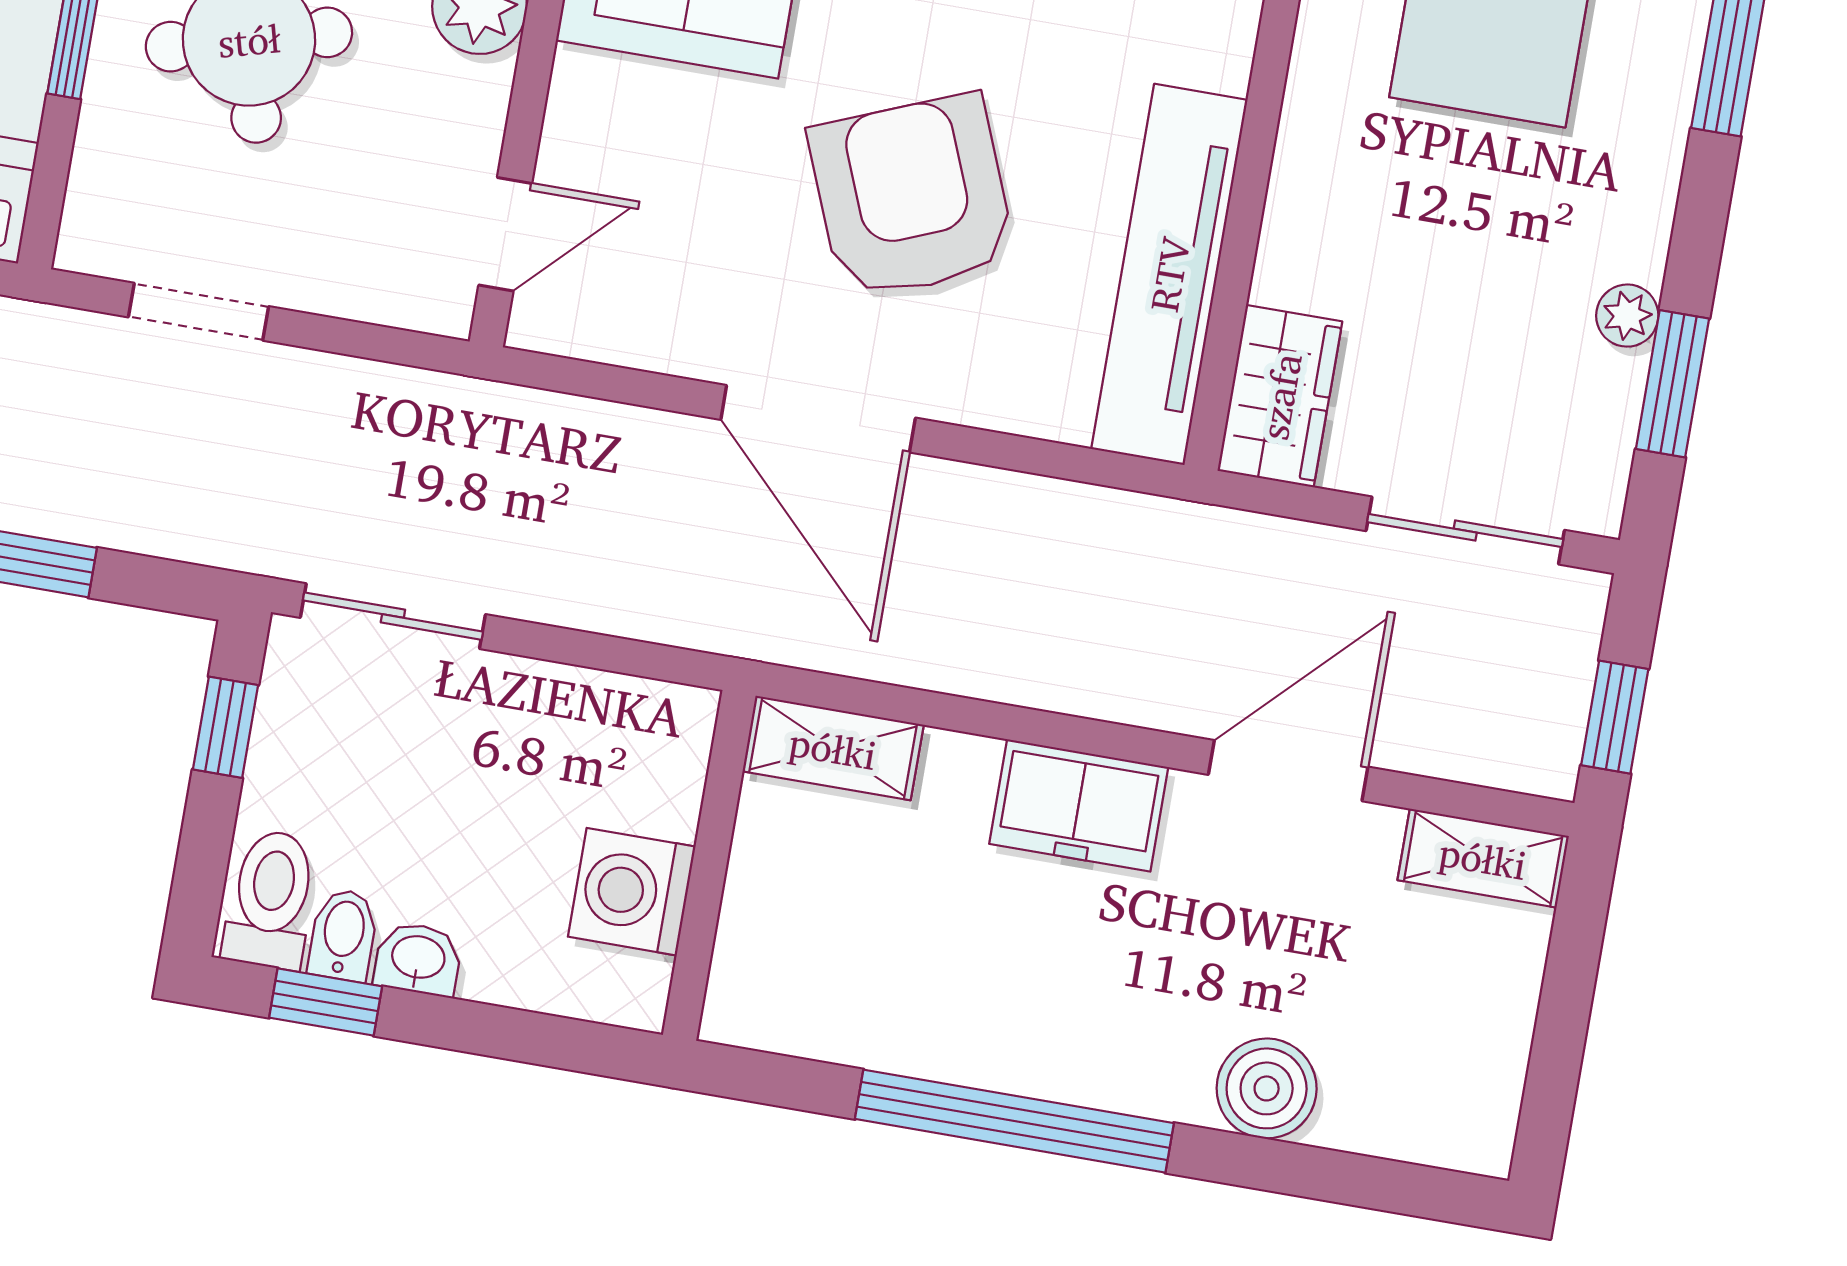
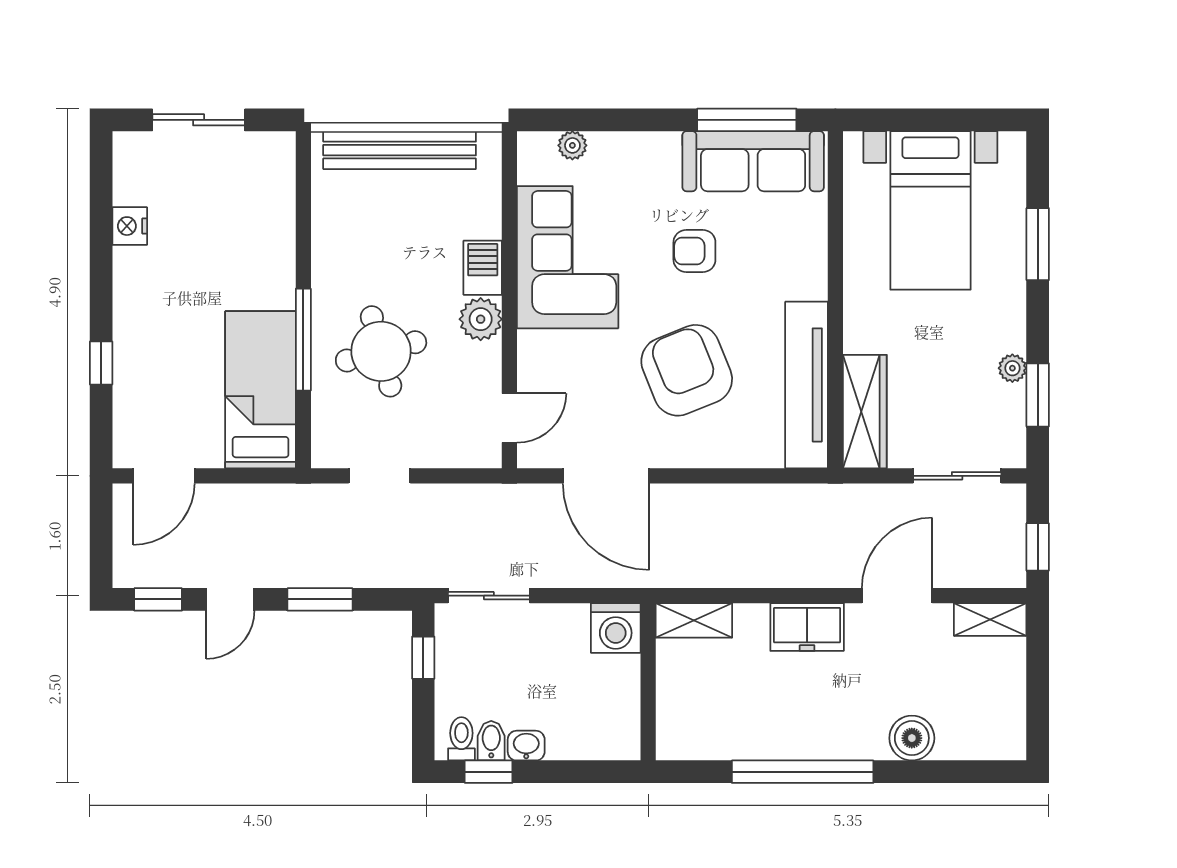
wardrobe: (1280, 396) -> (865, 412), width x1.50
door: (818, 419) -> (606, 476), moved
washing machine: (632, 892) -> (616, 628), moved, turned -90
toilet: (271, 899) -> (461, 739), width x0.73, depth x0.72

